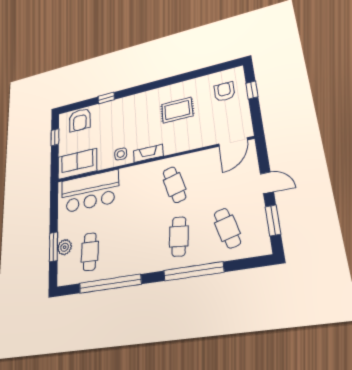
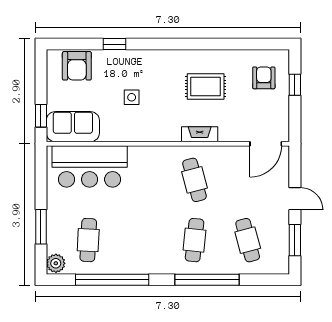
window: (55, 137) -> (41, 116), moved
fireplace: (148, 153) -> (200, 134), moved
side table: (121, 154) -> (132, 97), moved
plant: (65, 247) -> (56, 263), moved

